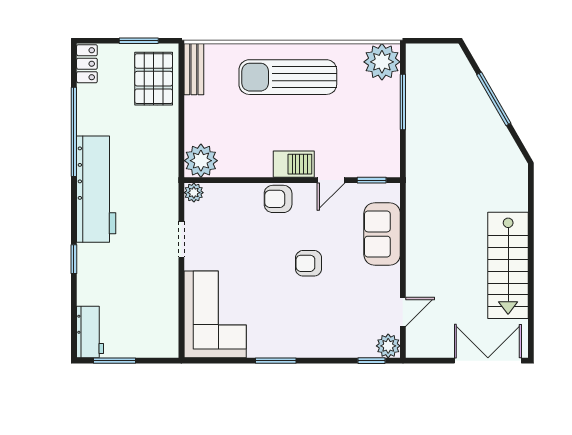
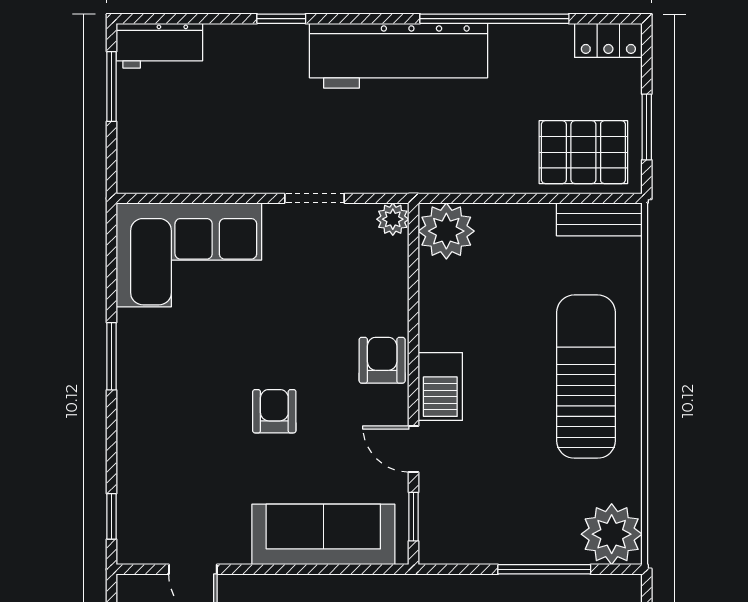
sofa: (382, 234) -> (323, 534), width x1.36
plant: (388, 346) -> (136, 545), removed

